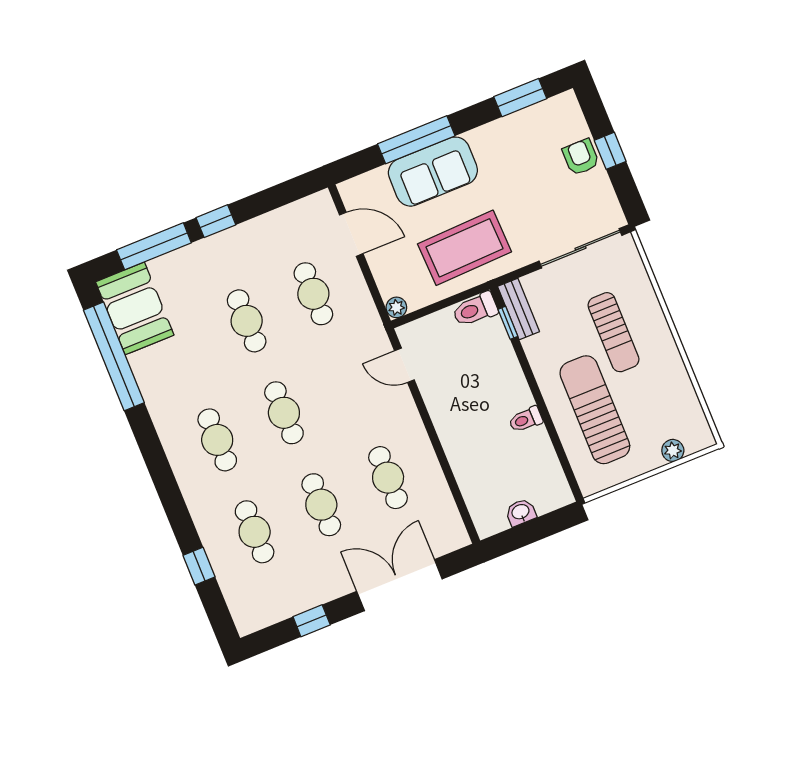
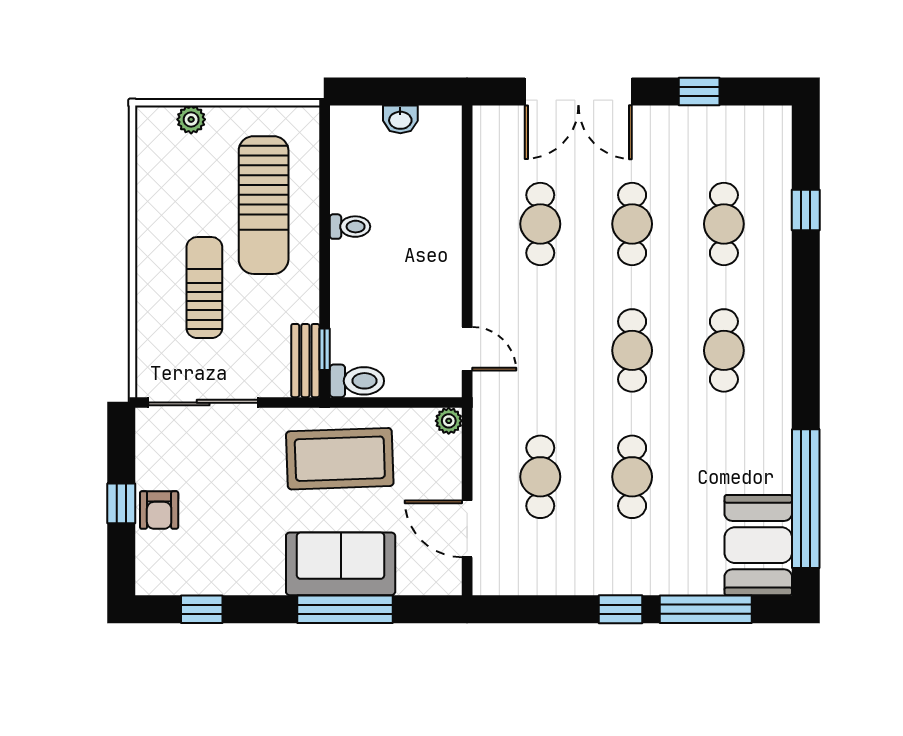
window: (520, 98) -> (202, 609), width x0.67

